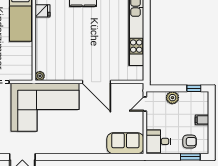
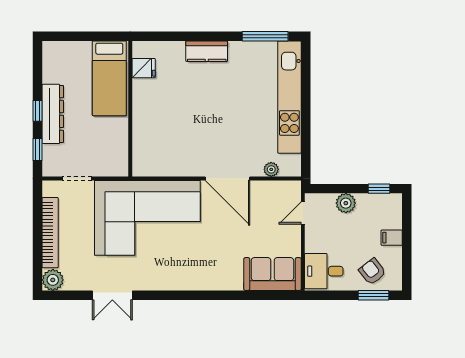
plant: (40, 76) -> (271, 169), moved
armchair: (190, 142) -> (372, 271), turned -128

